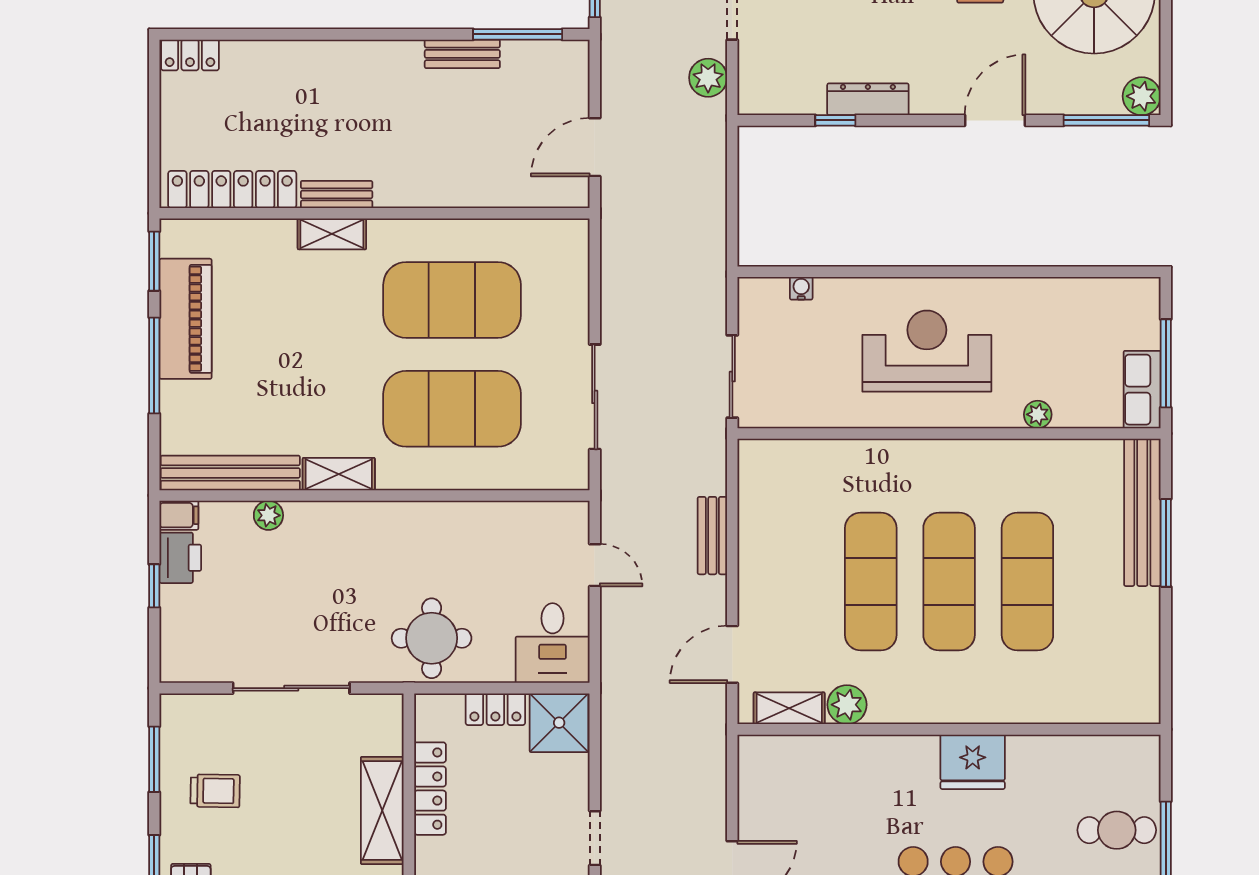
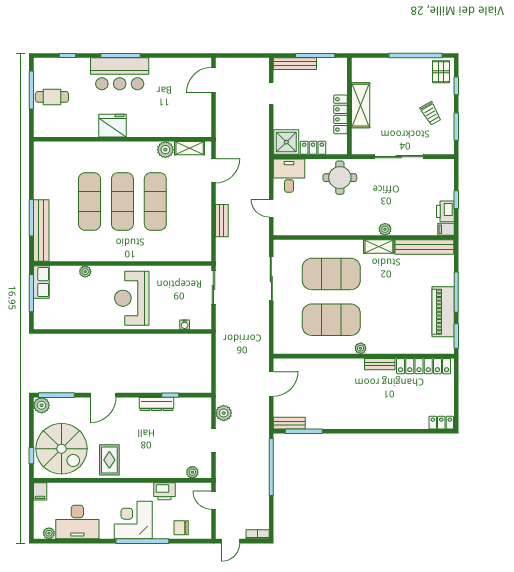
bench: (462, 54) -> (289, 423), moved
plant: (382, 232) -> (361, 348), added
shelving: (332, 234) -> (382, 347), removed
reception desk: (927, 351) -> (132, 298), turned 90
plant: (268, 515) -> (385, 229), moved
trolley: (215, 791) -> (431, 113), turned -121

